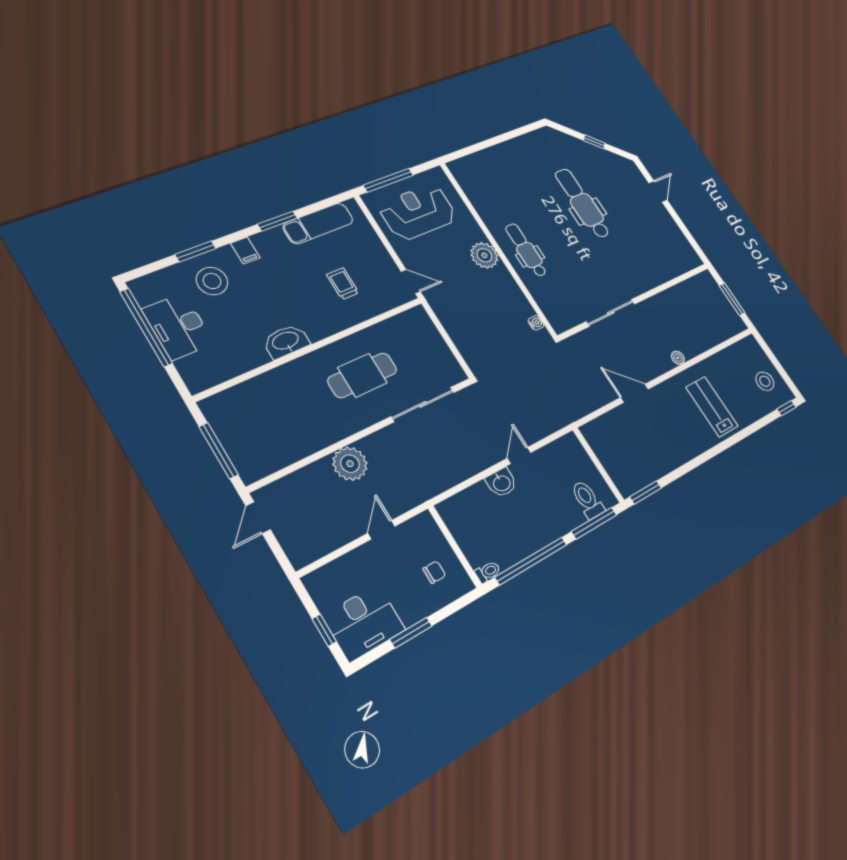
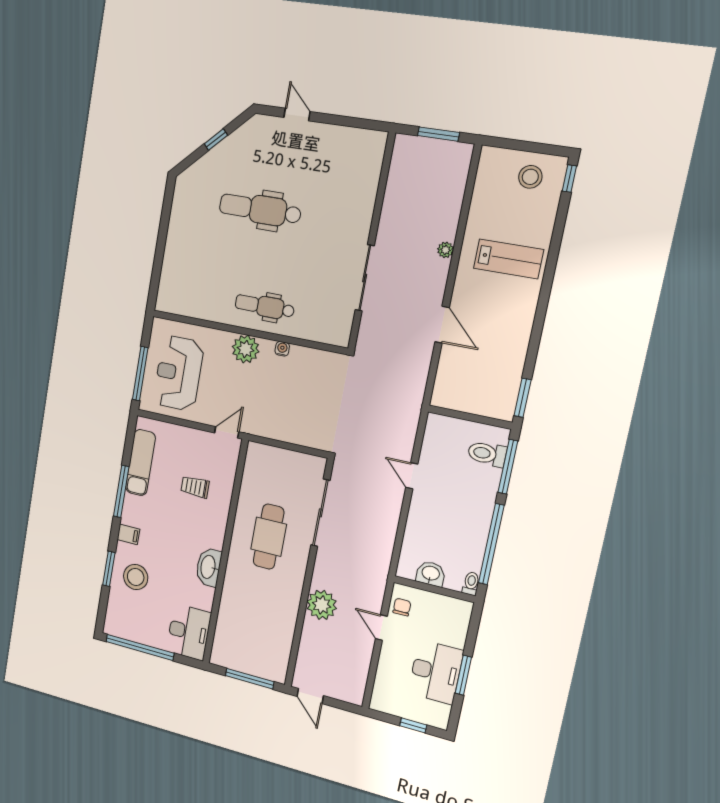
window: (277, 221) -> (121, 491), width x1.44
water cooler: (536, 323) -> (282, 349), moved
desk: (178, 326) -> (189, 632), moved, turned -90
door: (634, 393) -> (442, 325), swing flipped
lab bench: (712, 407) -> (508, 259), turned 180
washbasin: (501, 483) -> (431, 574), moved, turned -90
chair: (434, 572) -> (402, 607), moved
desk: (364, 623) -> (436, 672), moved

